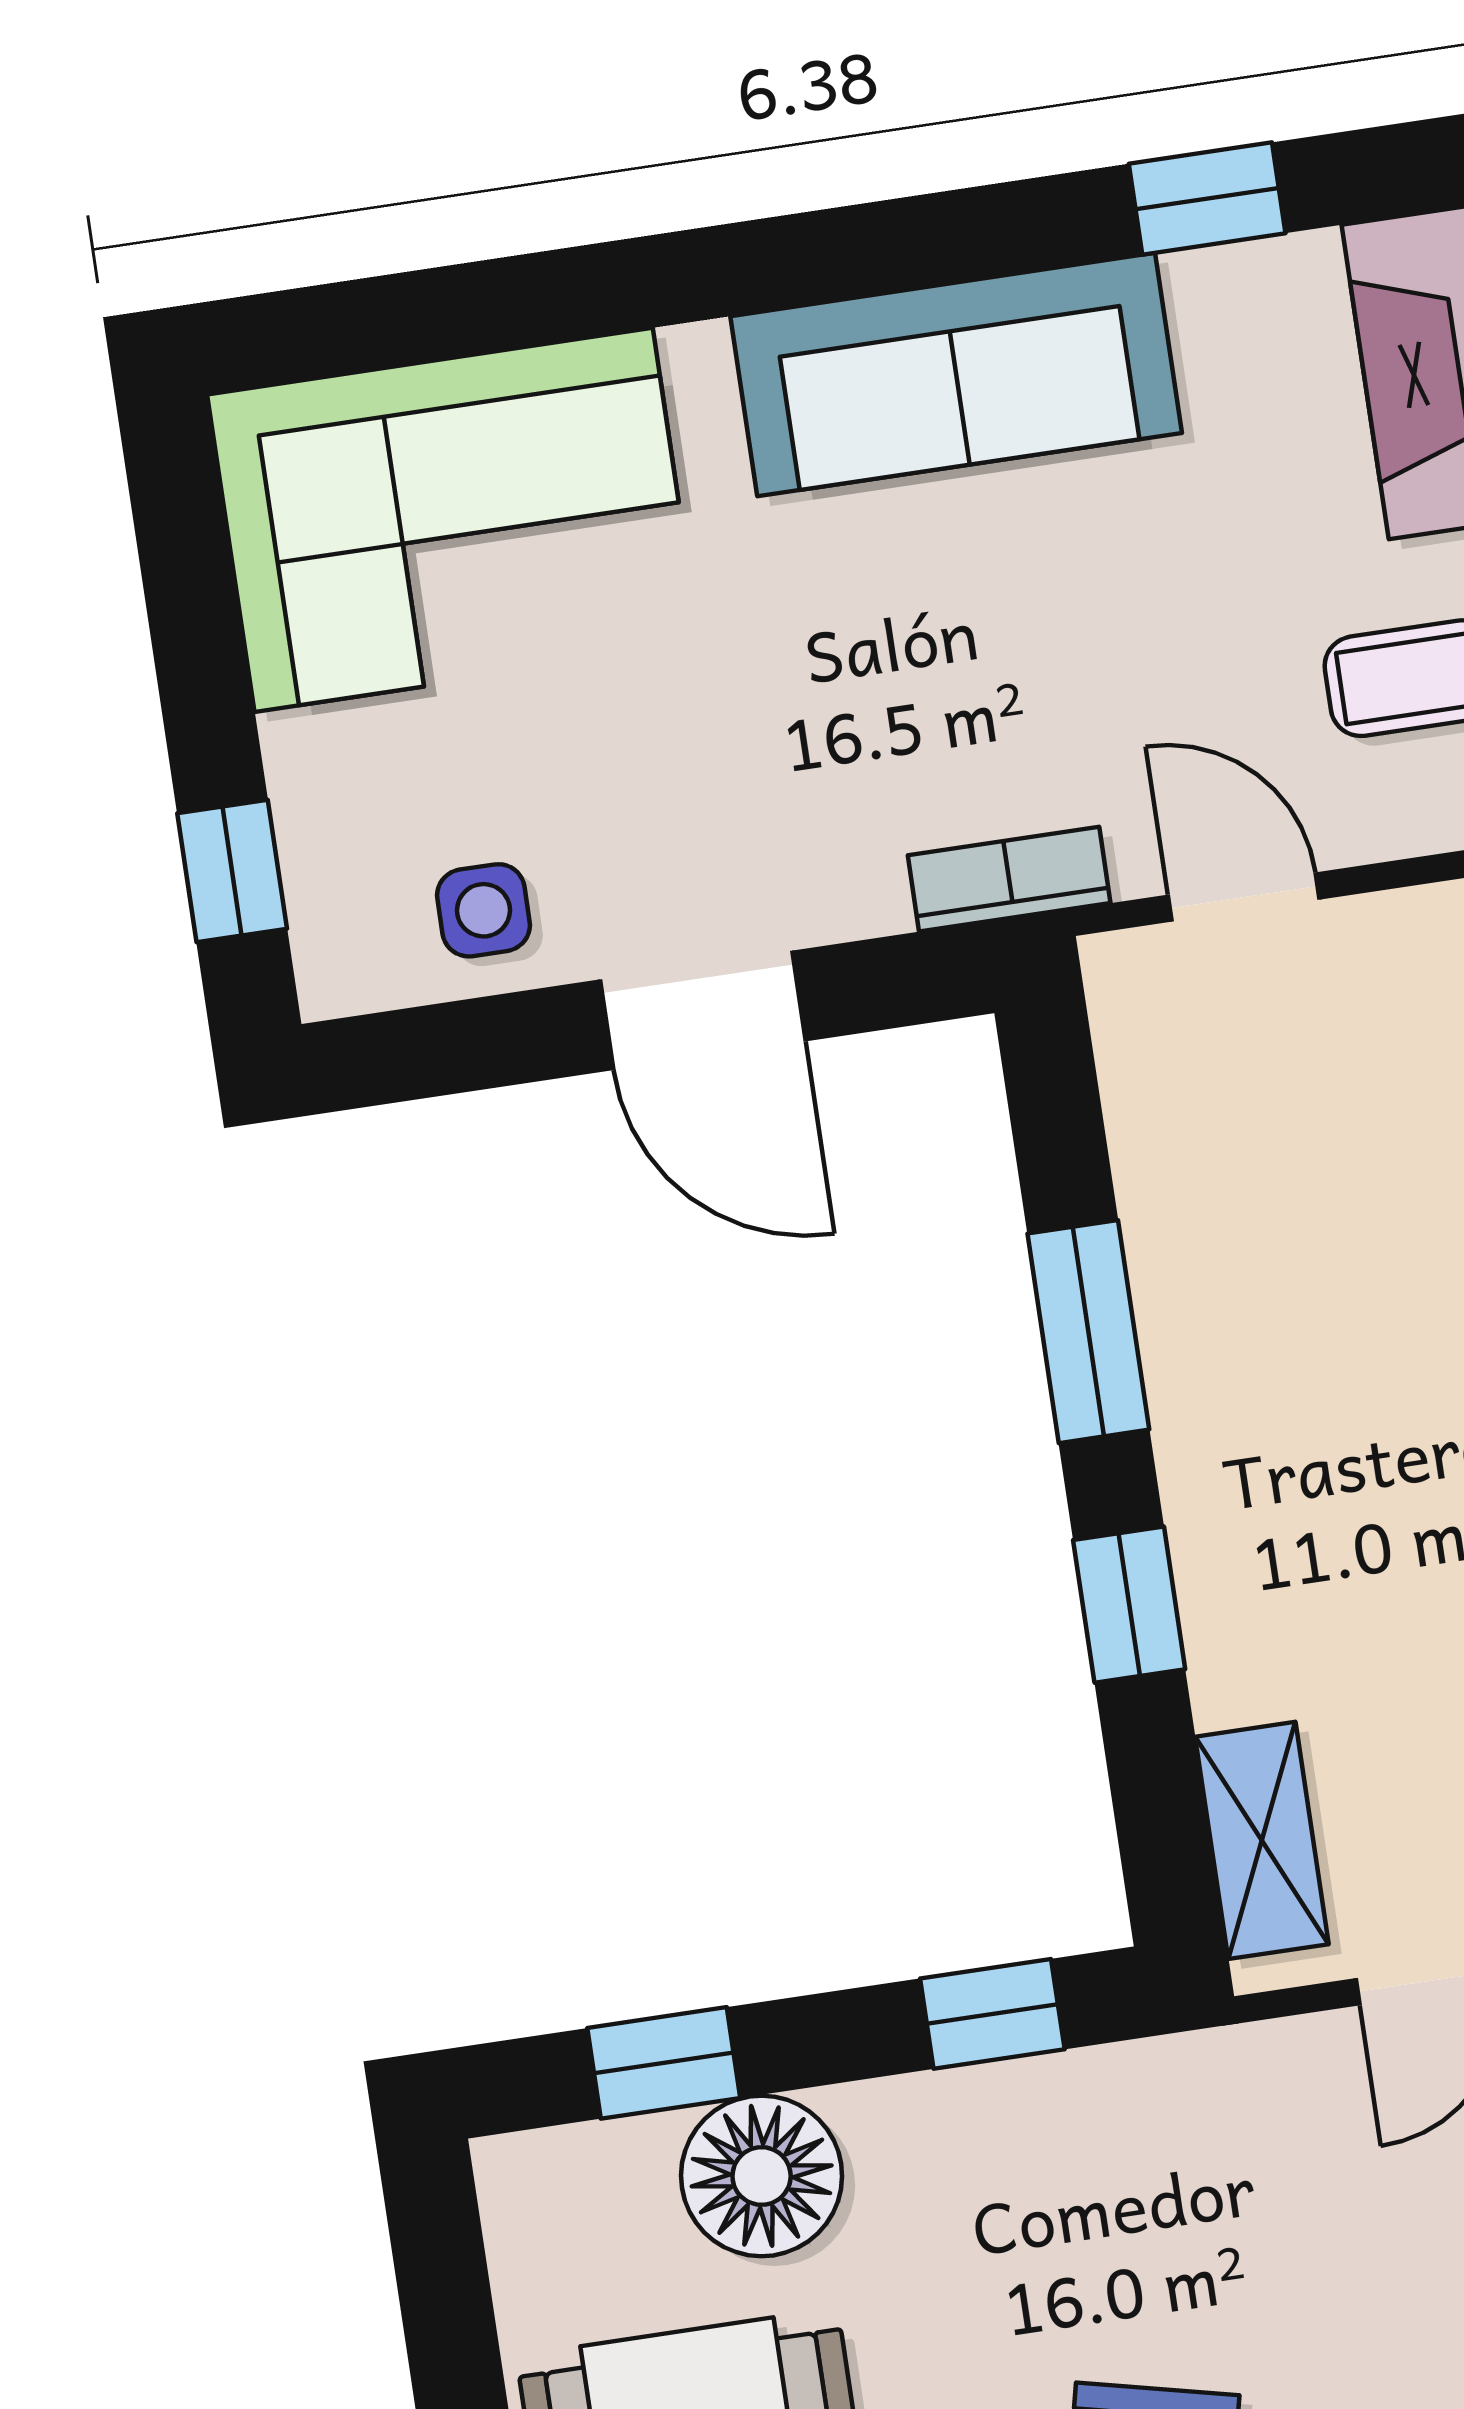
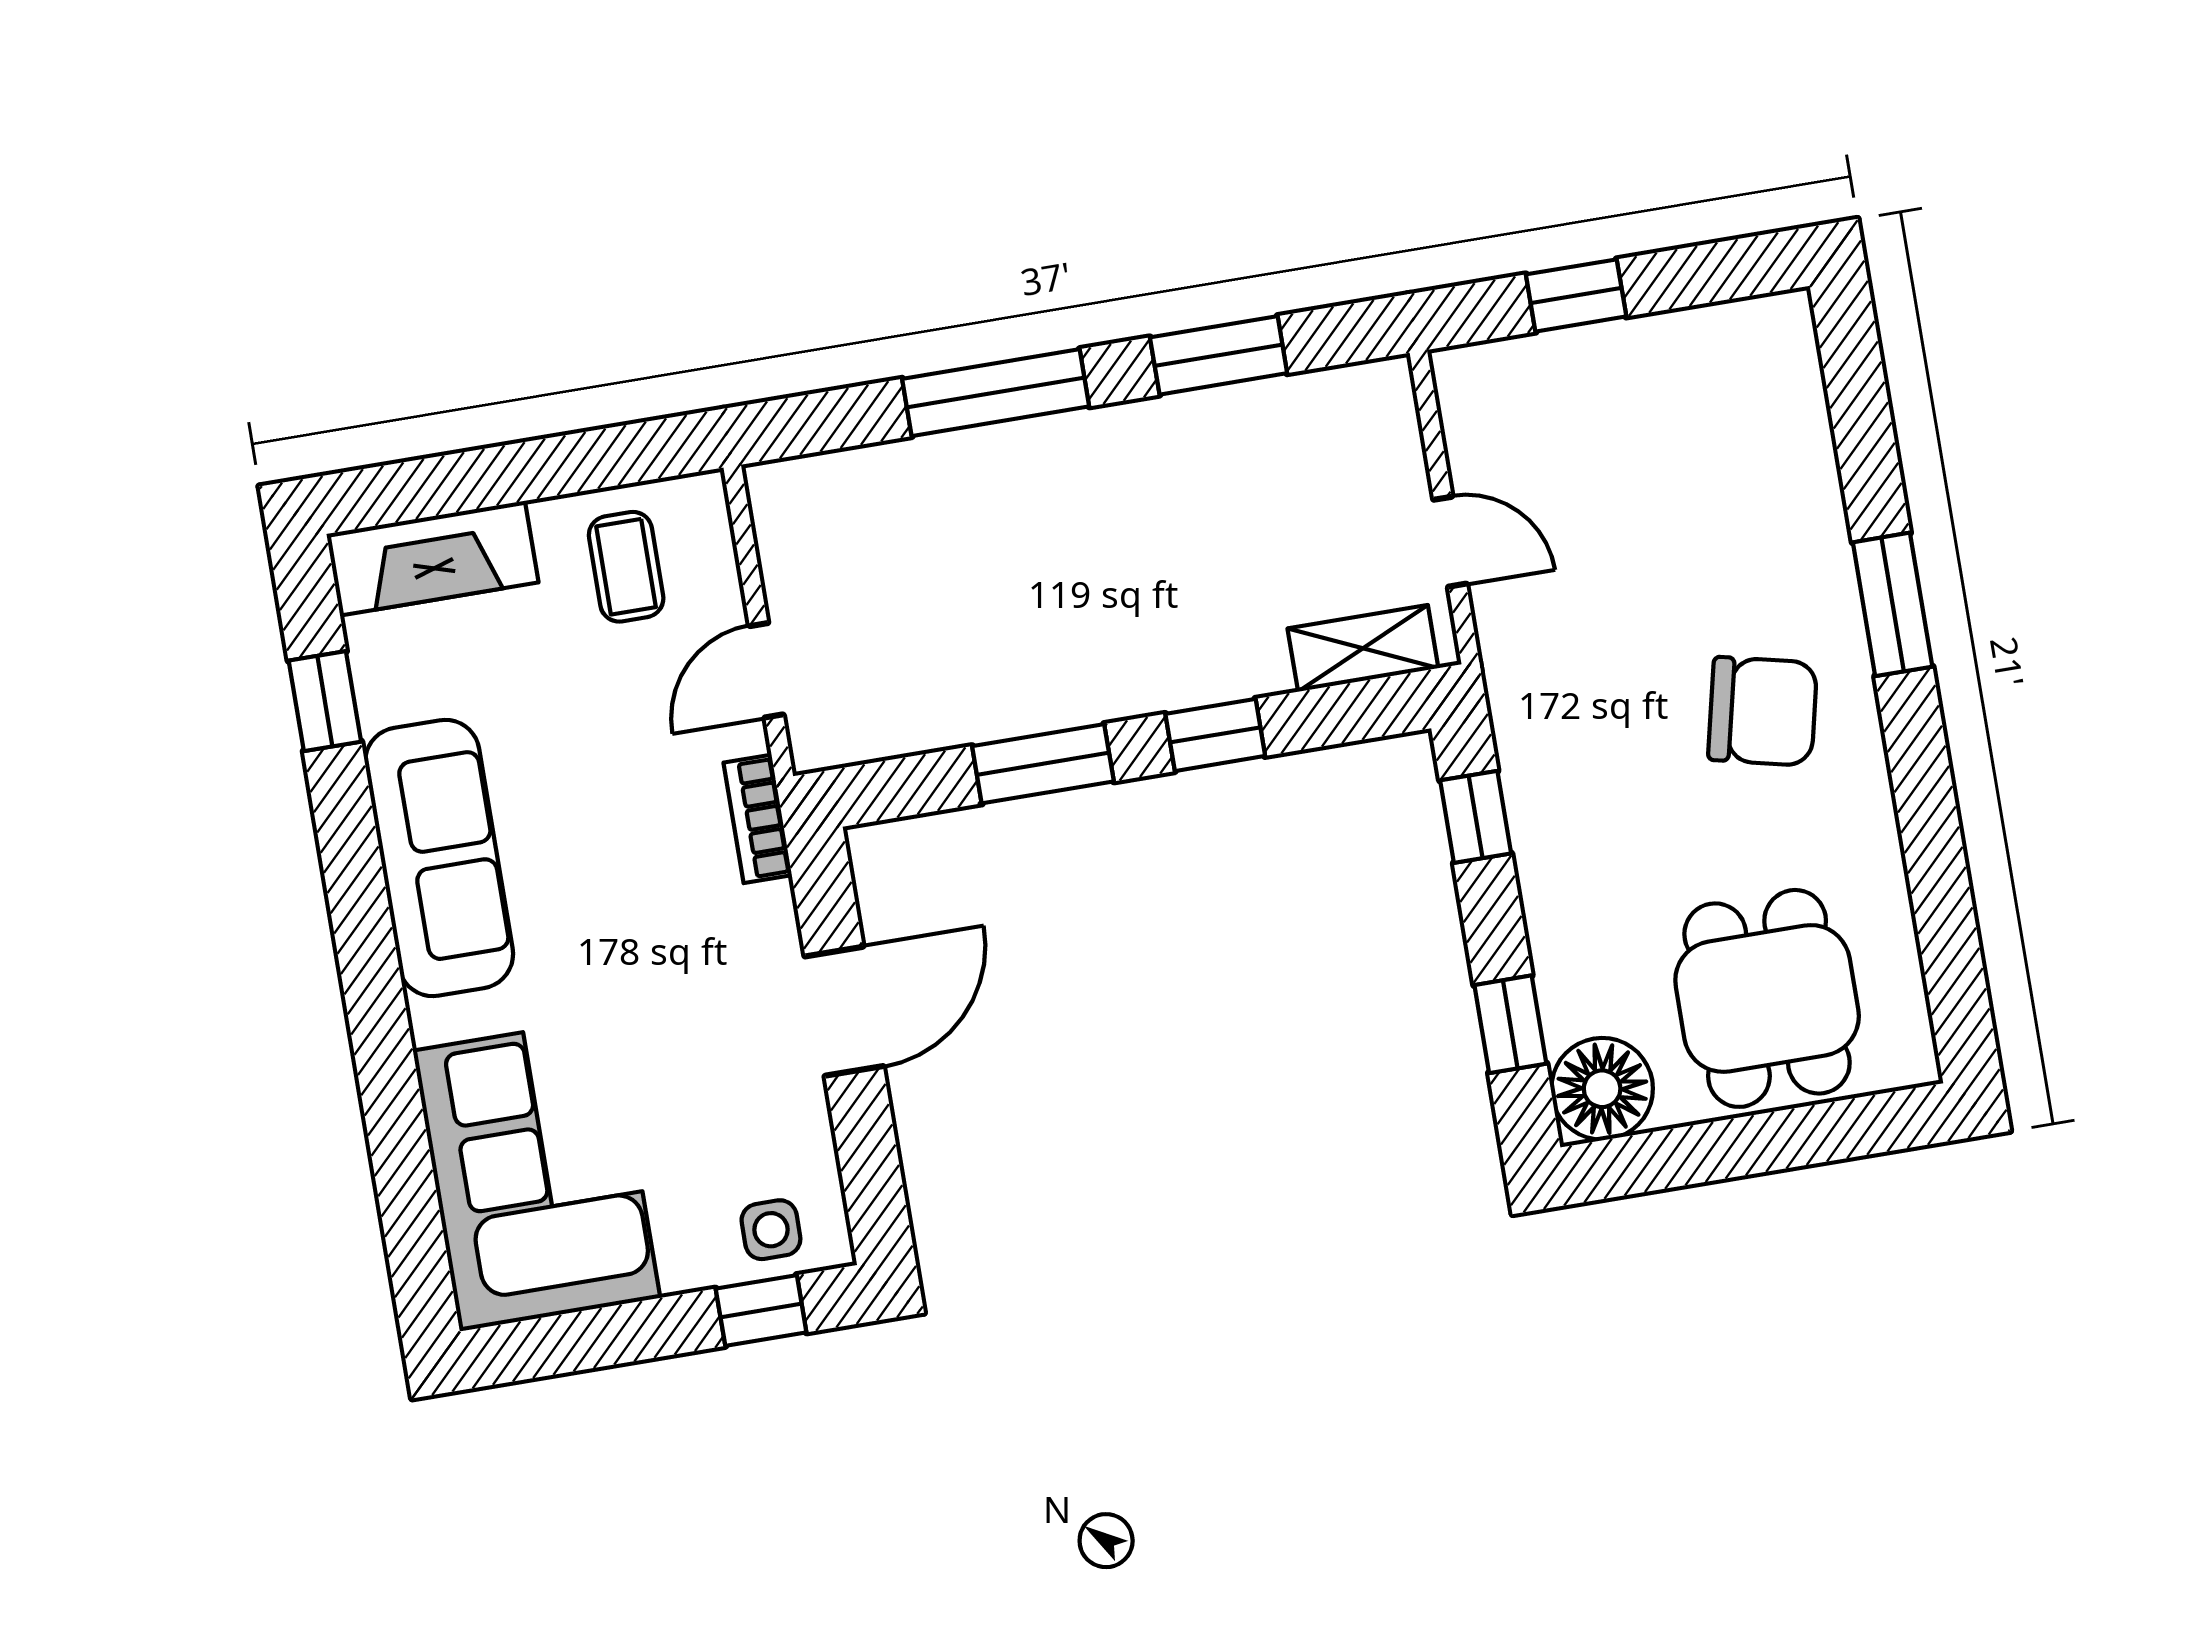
side table: (483, 910) -> (771, 1230), moved
floor lamp: (762, 2176) -> (1602, 1089), moved

